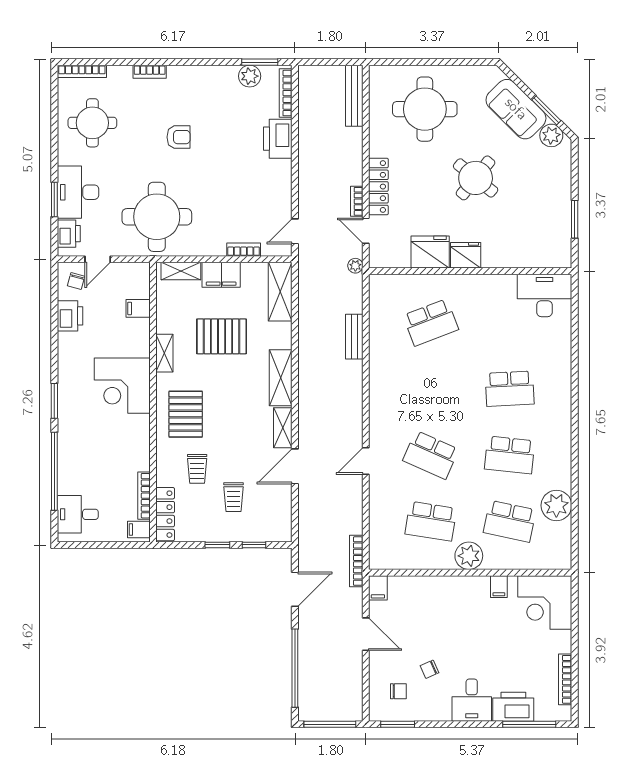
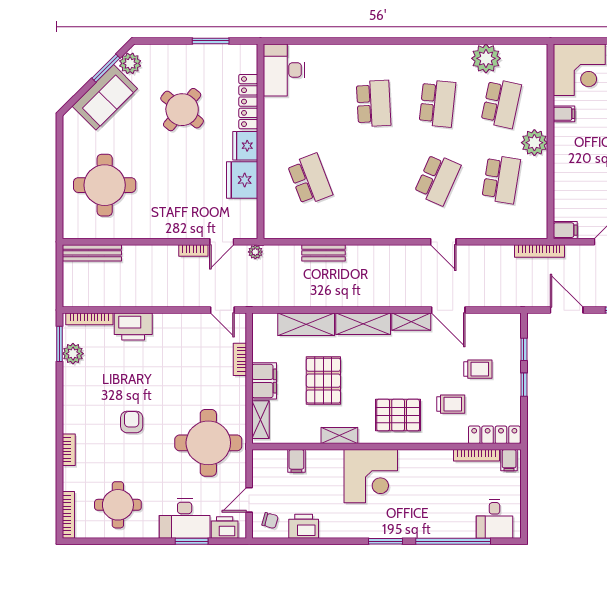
round table: (476, 178) -> (182, 110), moved
locker: (378, 187) -> (248, 102), moved, turned -90
door: (98, 259) -> (249, 500), swing flipped
shelving: (280, 292) -> (306, 324), moved

